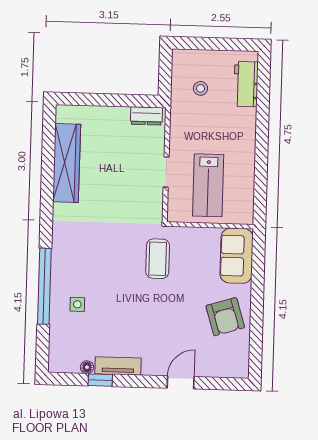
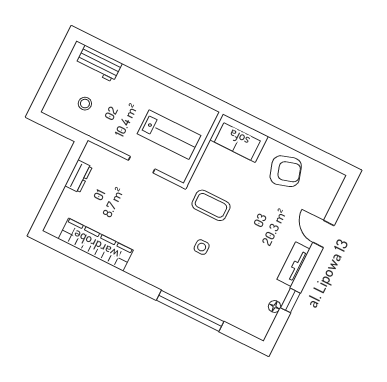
dresser: (146, 116) -> (79, 176), moved
side table: (77, 304) -> (202, 247), moved
tv unit: (118, 366) -> (293, 264), moved

